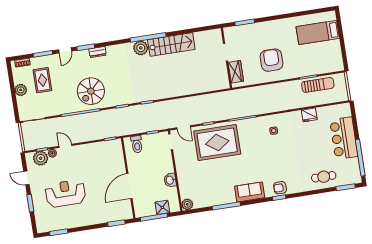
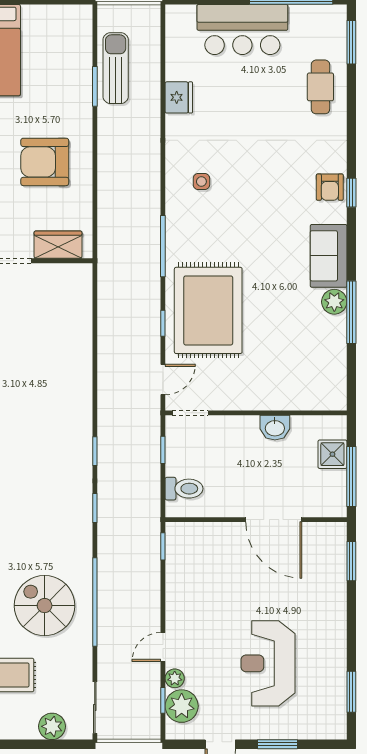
plant: (21, 90) -> (52, 726), moved
spiral stairs: (91, 91) -> (45, 606), moved, turned 180
plant: (187, 204) -> (334, 302), moved

